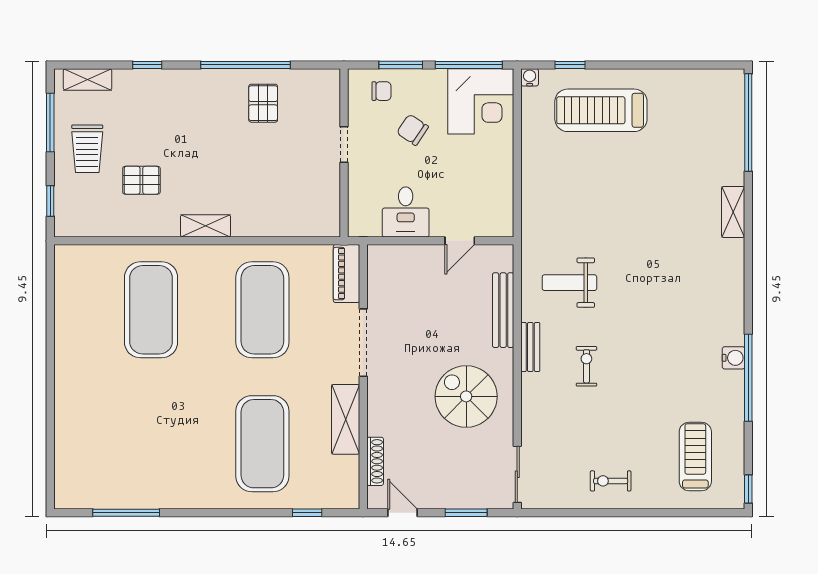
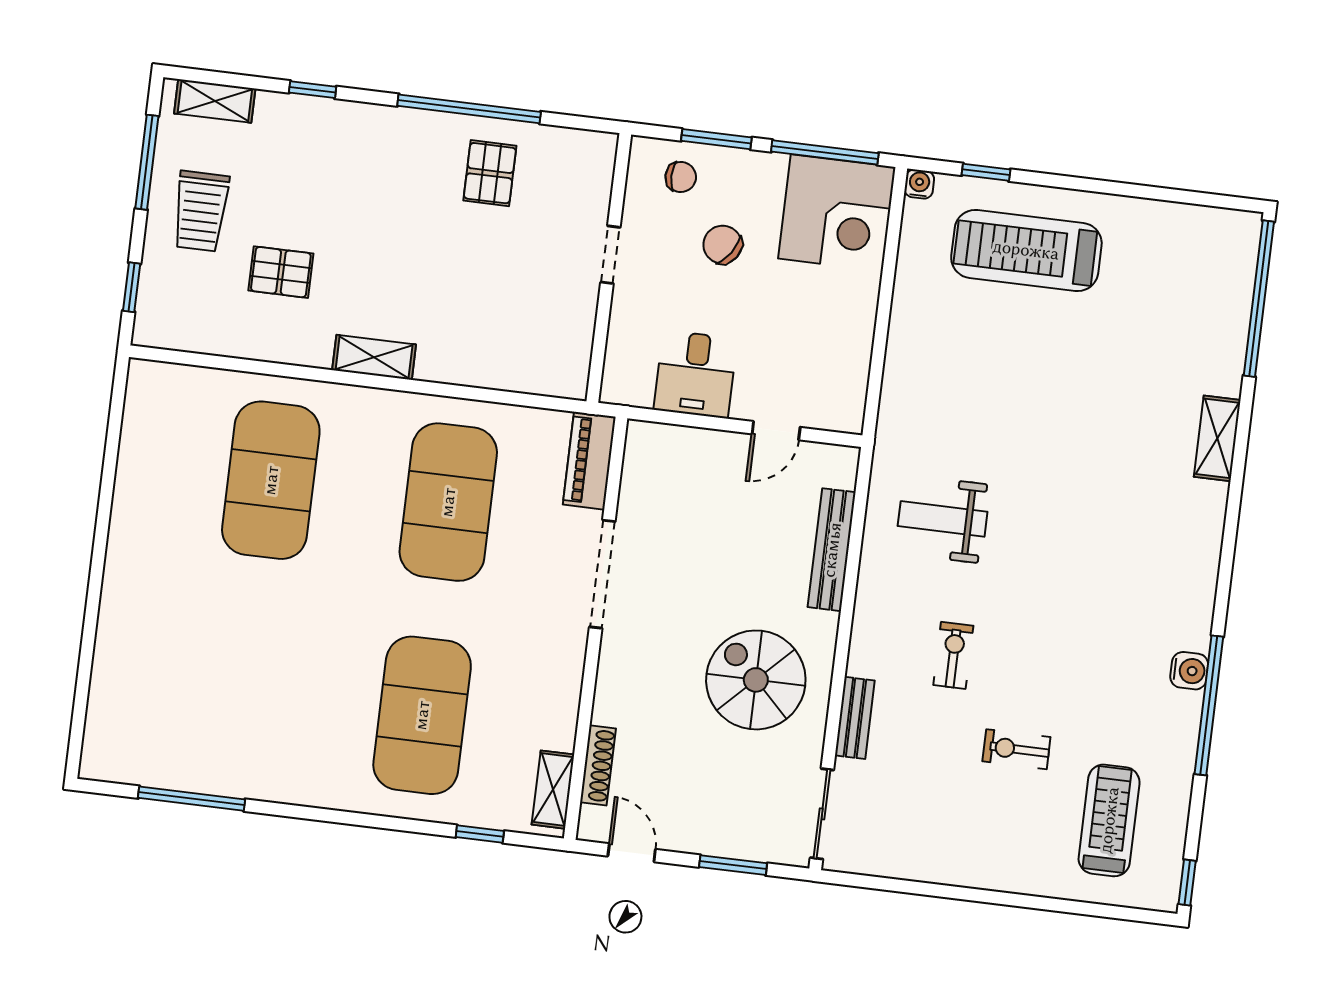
bench: (530, 347) -> (855, 718), moved
shelving: (346, 419) -> (553, 790), moved, width x0.67, depth x0.75
exercise bike: (611, 481) -> (1016, 749), moved

